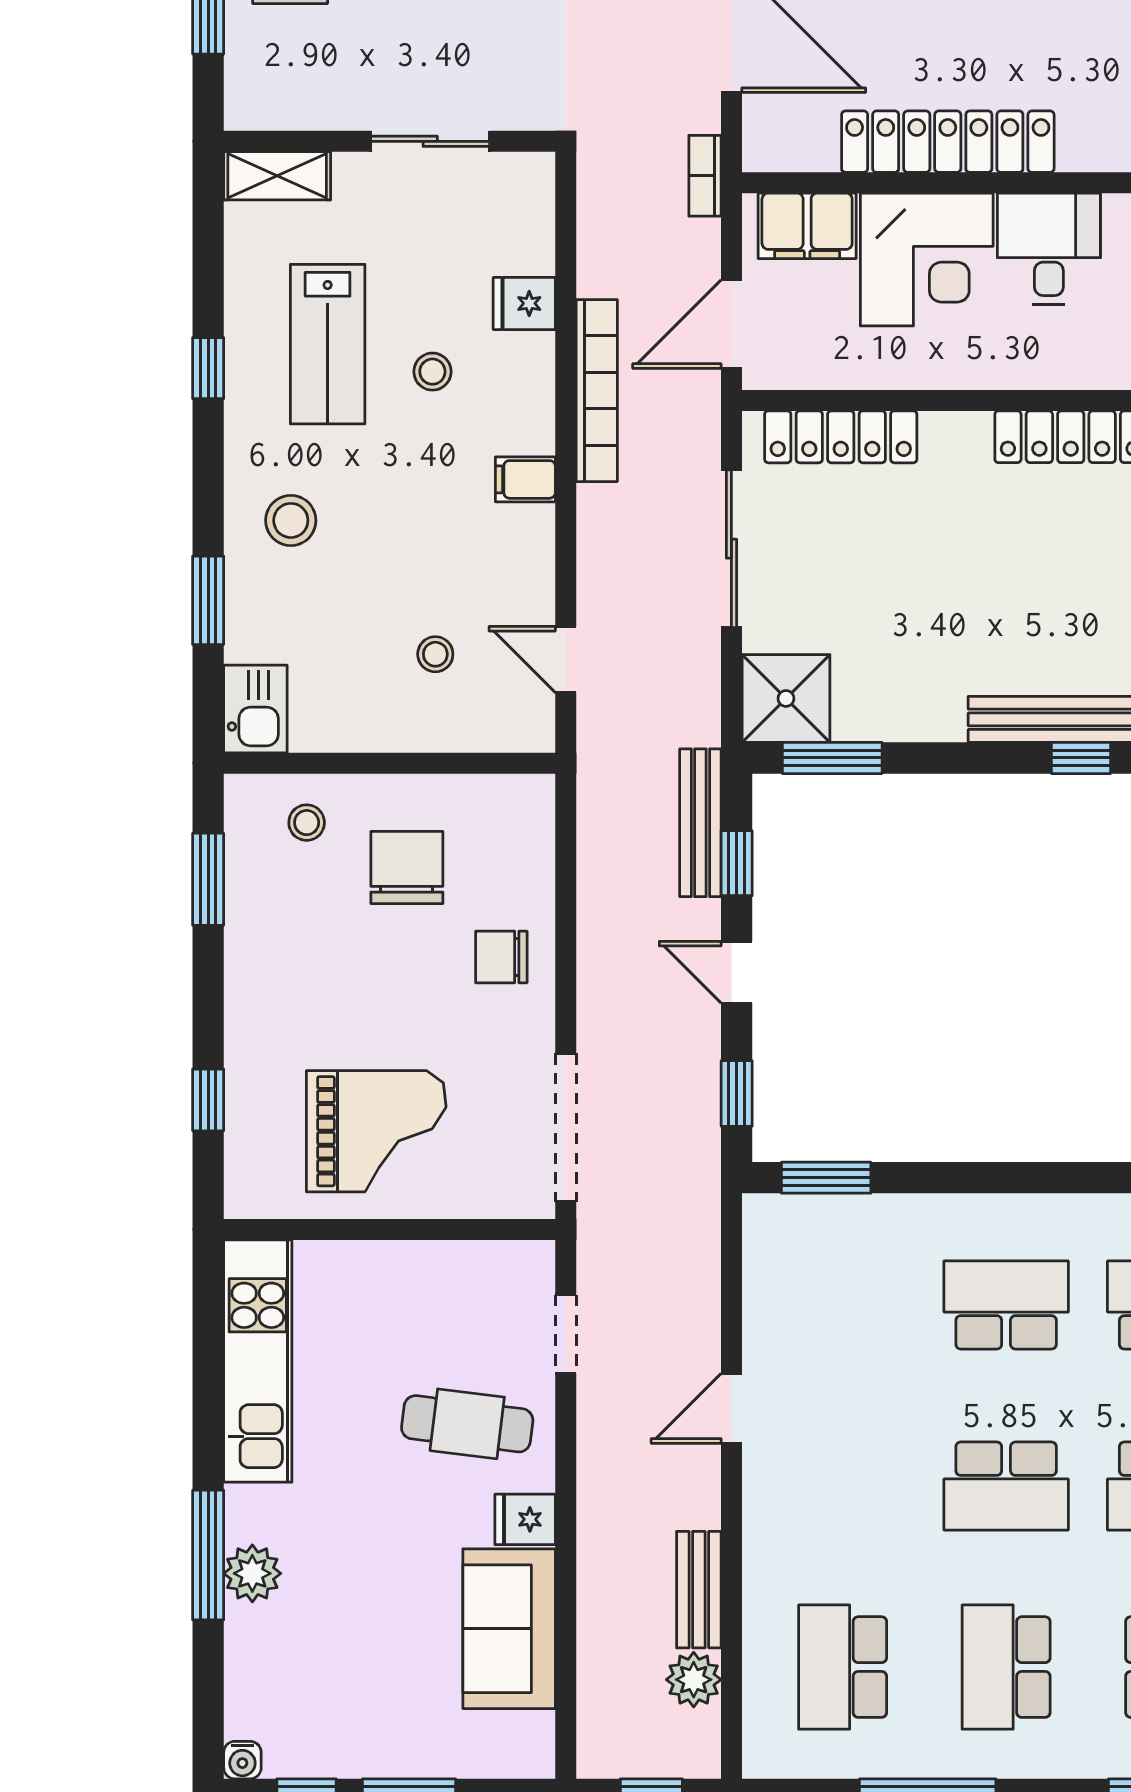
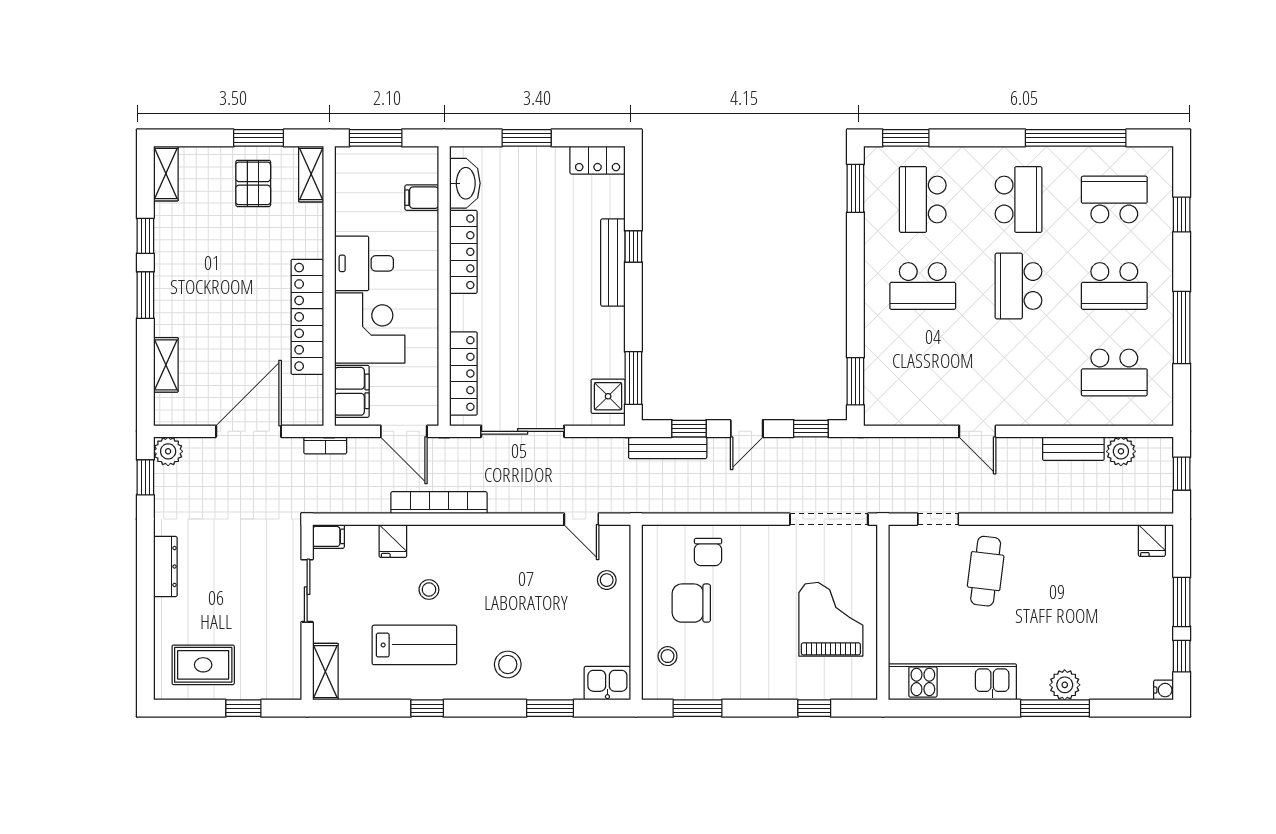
filing cabinet: (525, 479) -> (328, 536), moved, turned -90
stool: (435, 654) -> (607, 580), moved
door: (566, 660) -> (581, 519), hinge flipped
shower: (786, 698) -> (608, 396), width x0.73, depth x0.73
chair: (501, 957) -> (708, 552), moved
school desk: (1006, 1305) -> (923, 286), turned -90
school desk: (1006, 1486) -> (1019, 286), turned 180
fridge: (525, 1519) -> (1152, 540), moved
sofa: (509, 1629) -> (1094, 549), removed

